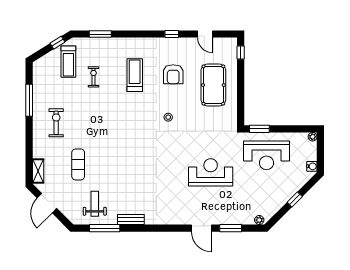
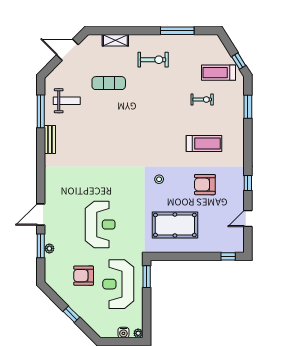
pool table: (213, 85) -> (175, 225), moved
water cooler: (312, 166) -> (123, 333), moved
shelving: (38, 171) -> (115, 40), moved
armchair: (259, 188) -> (84, 276), added
plant: (259, 220) -> (49, 248), moved

